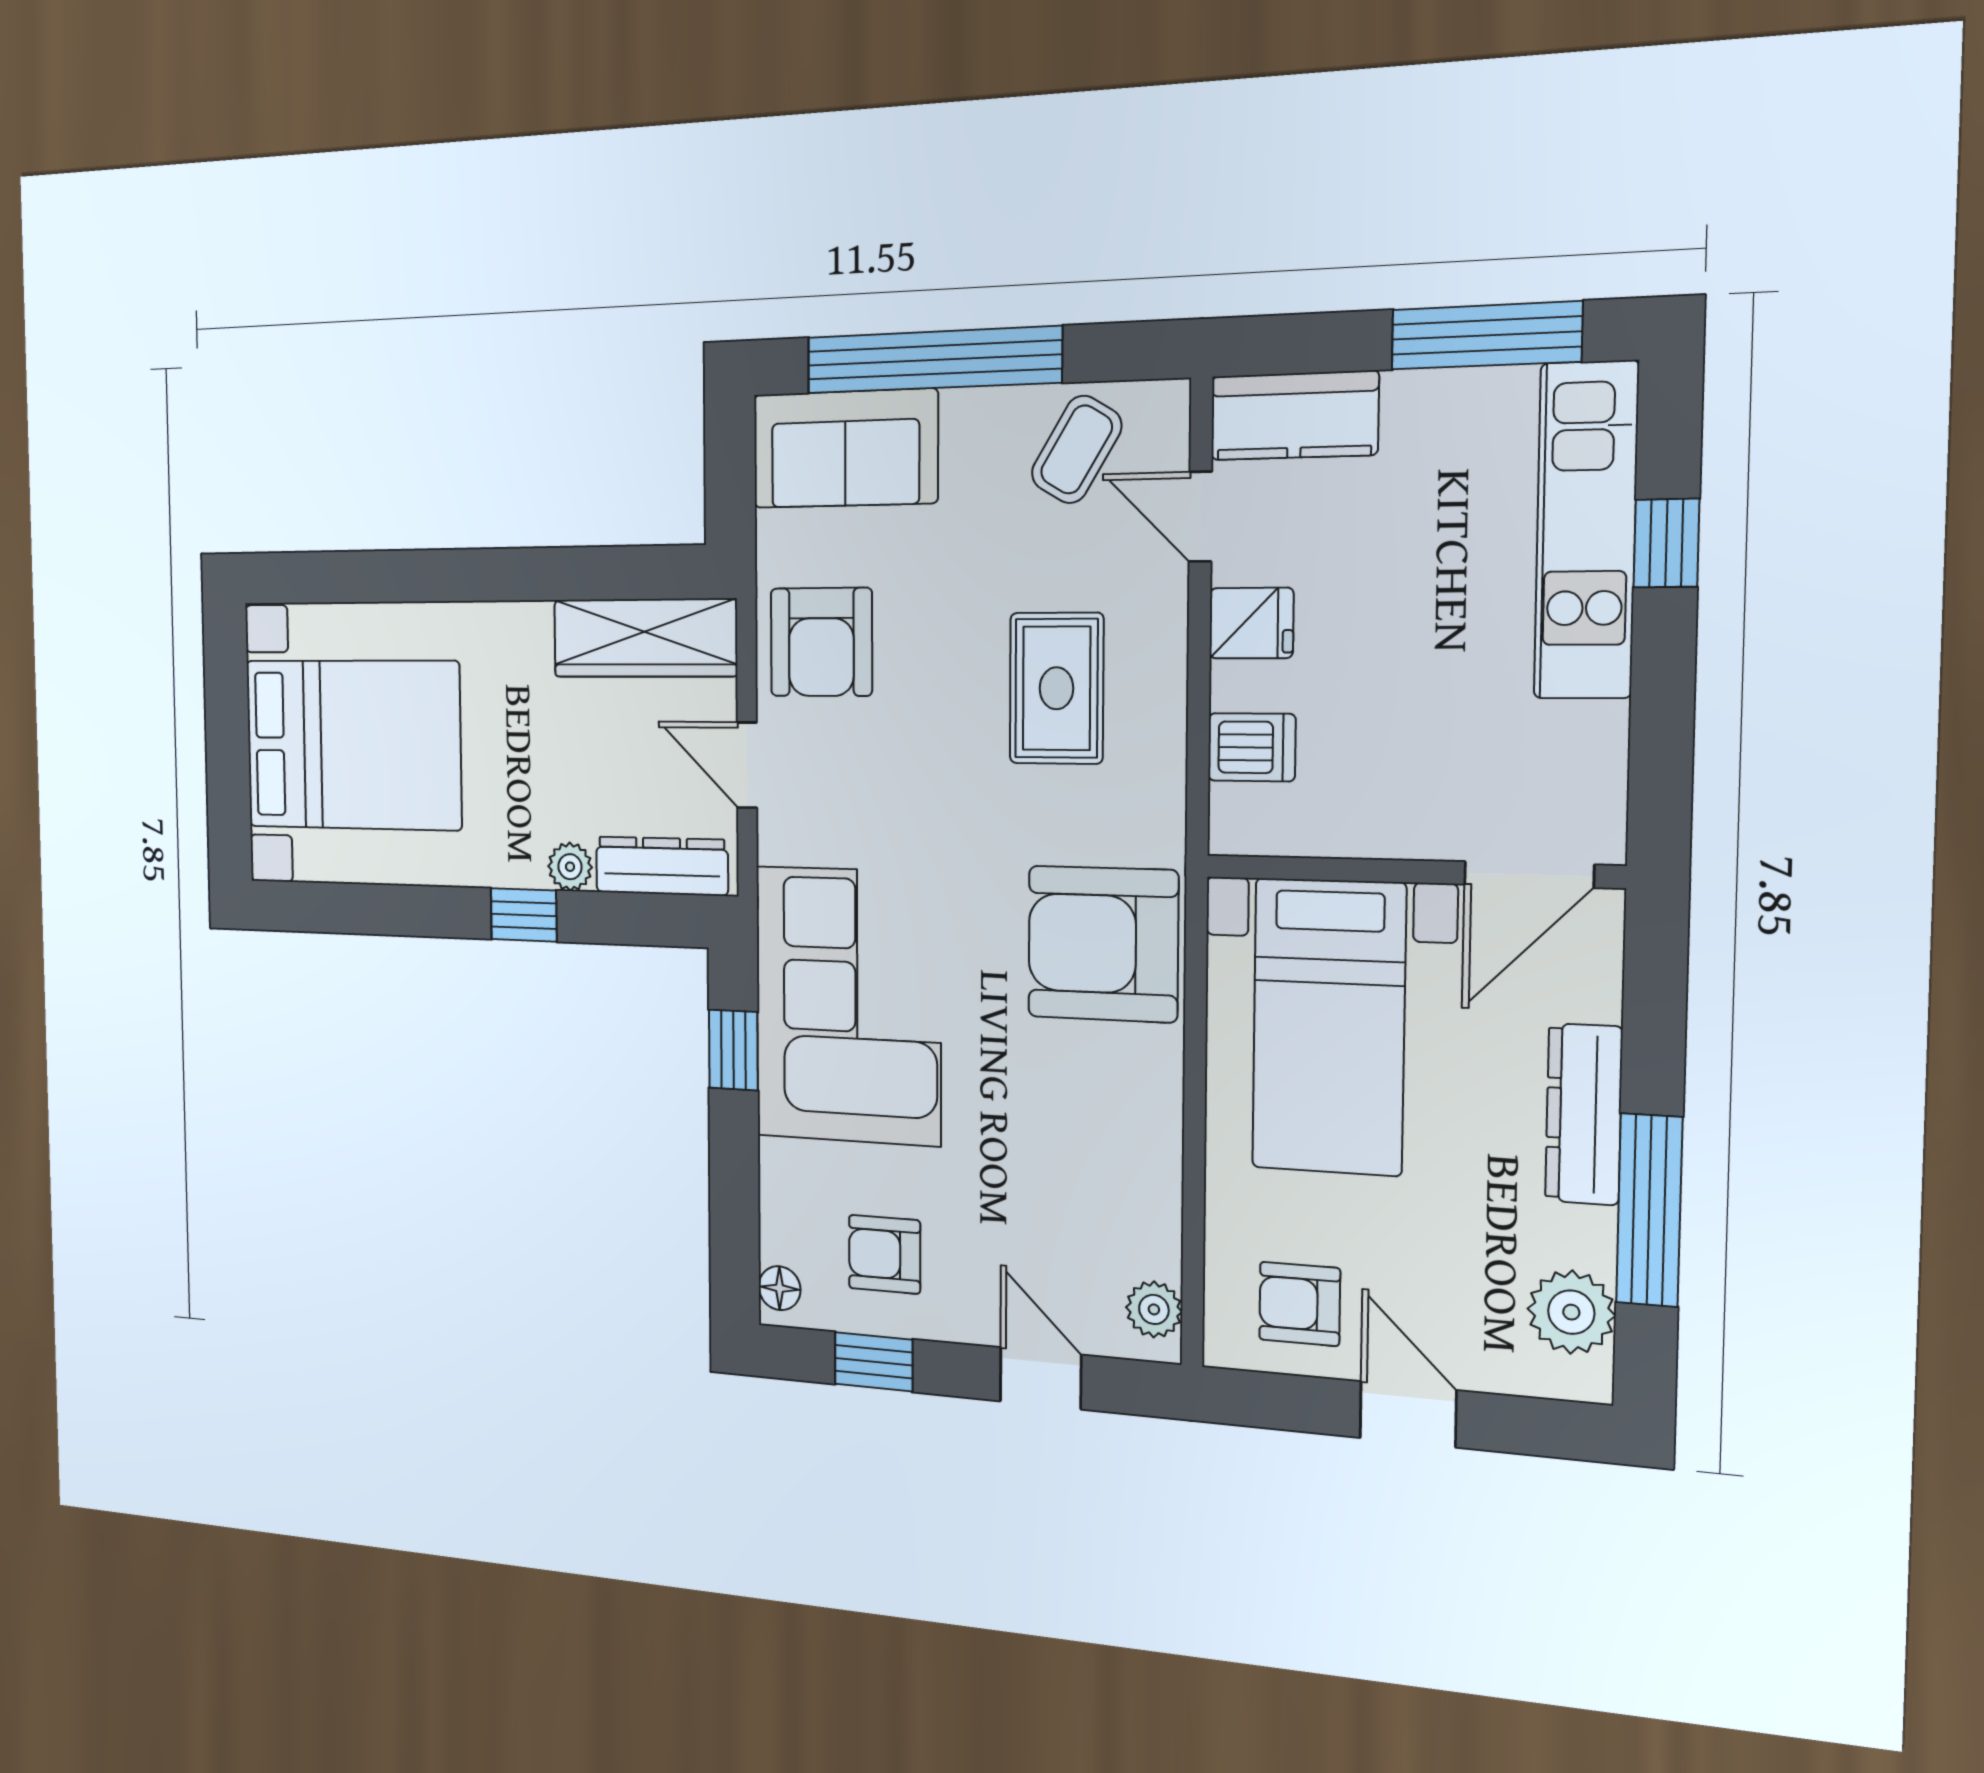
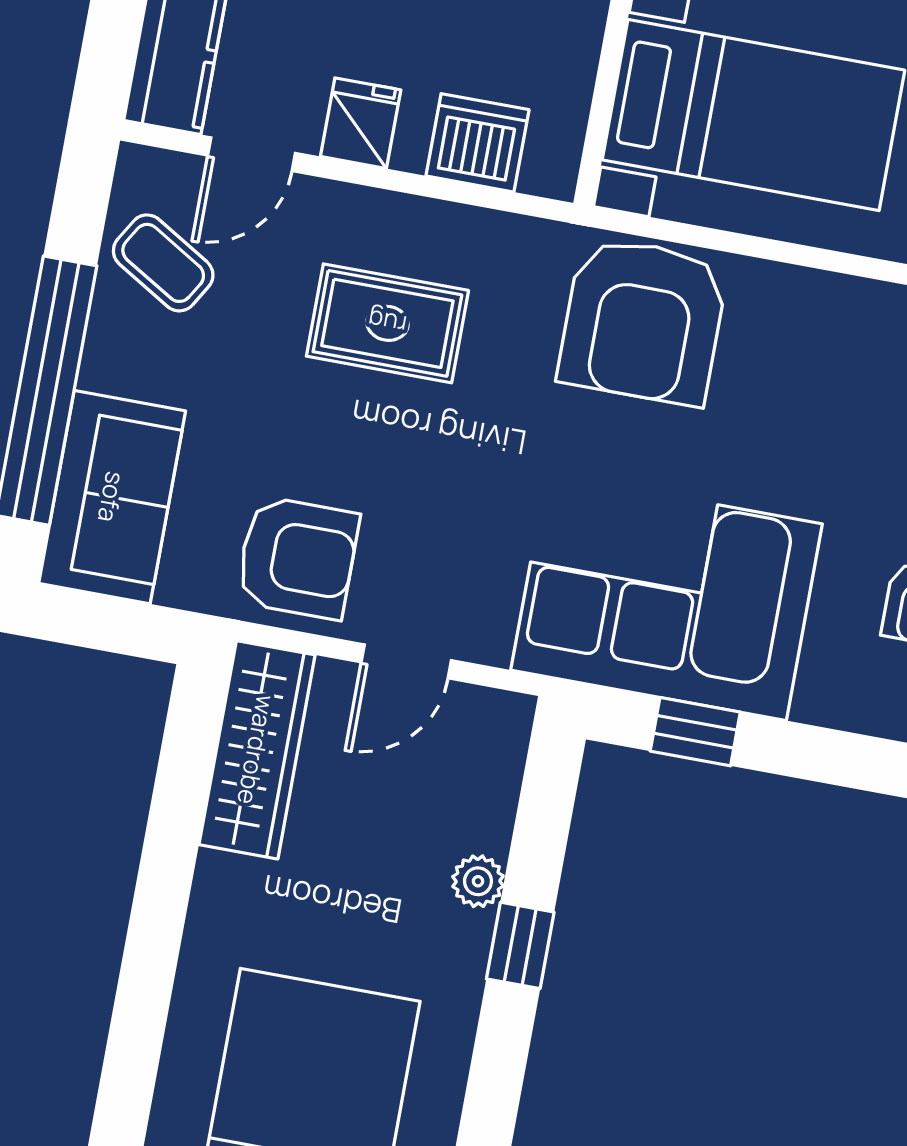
dishwasher: (1252, 747) -> (478, 143), width x1.38
dresser: (662, 866) -> (494, 776), removed

